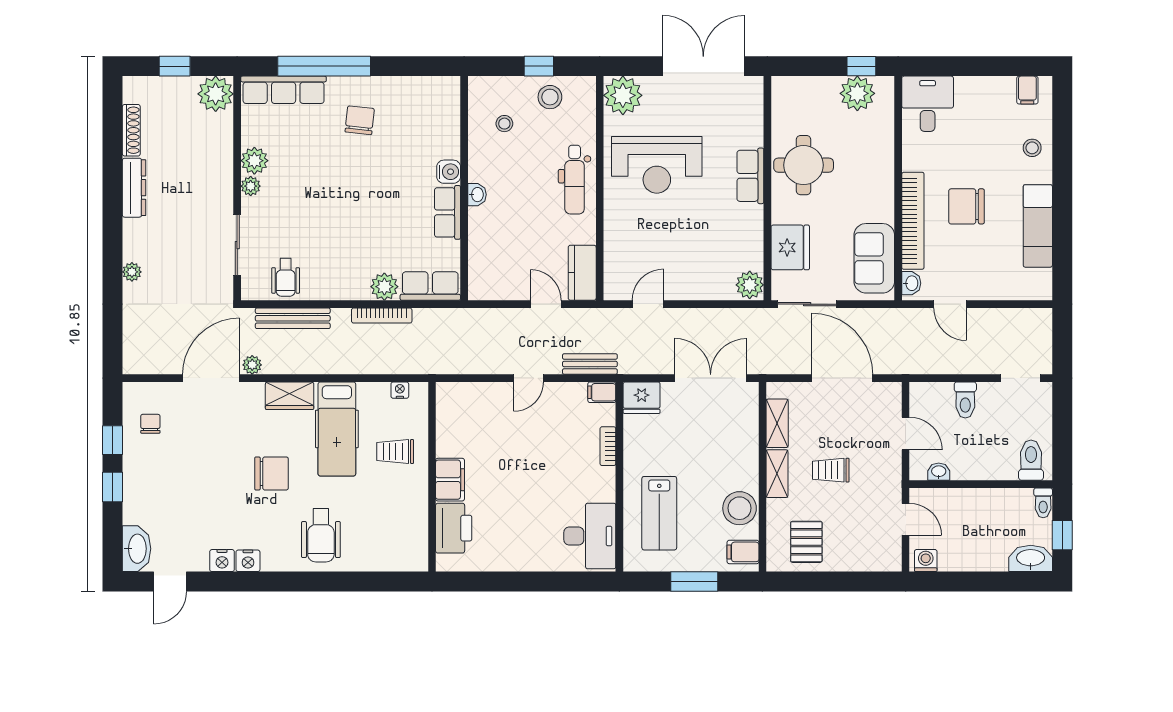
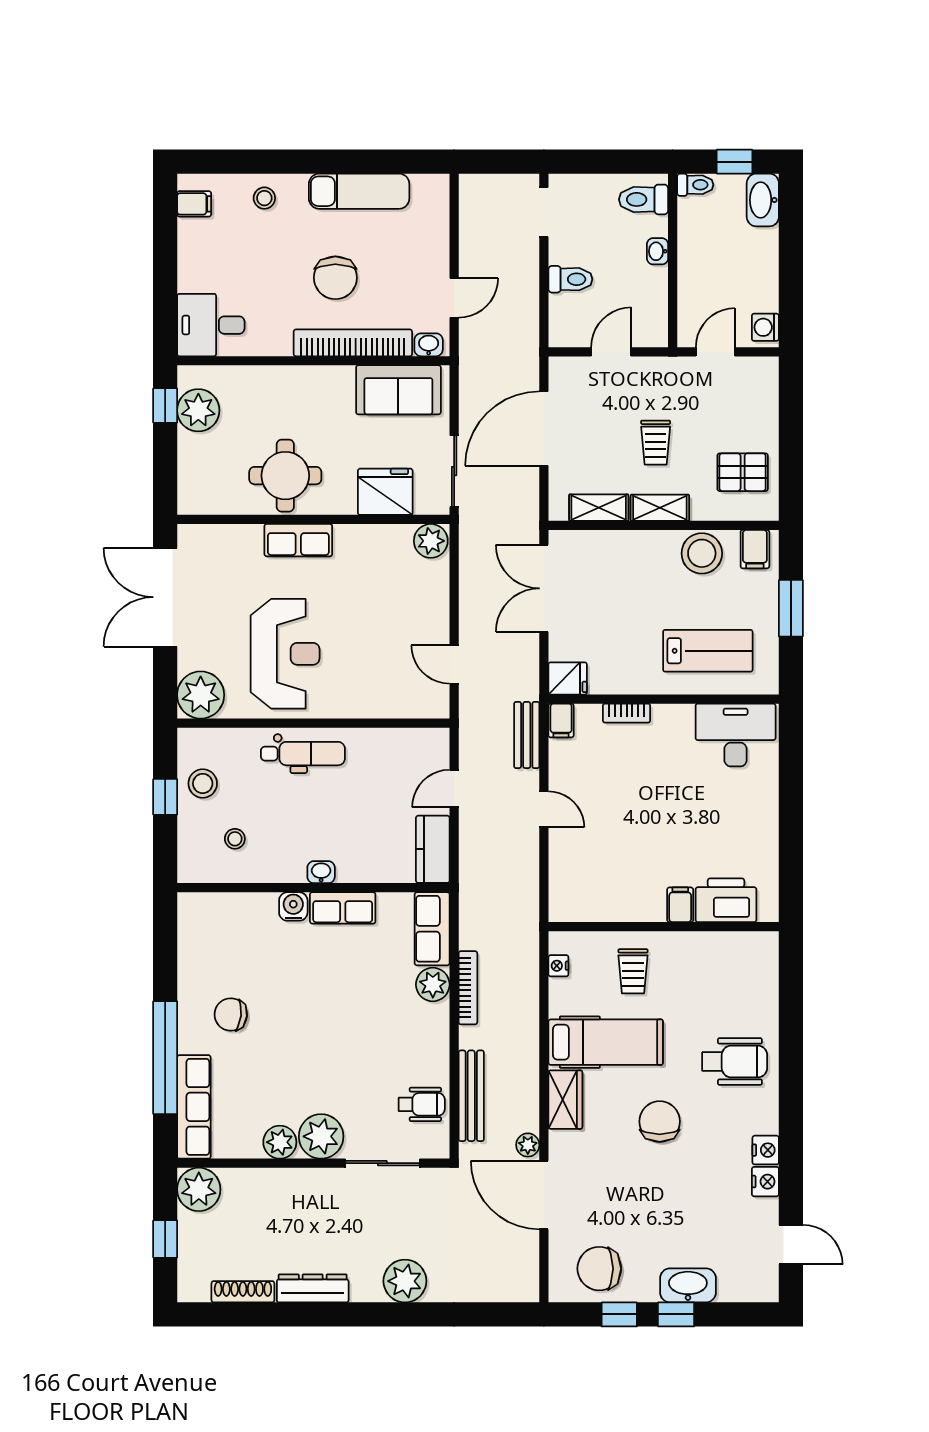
plant: (251, 186) -> (321, 1136), width x1.88, depth x1.88
plant: (132, 272) -> (405, 1281), width x1.88, depth x1.88
kitchen counter: (582, 273) -> (433, 849), moved, turned 90
fridge: (642, 398) -> (568, 678), width x0.72
chair: (150, 424) -> (599, 1269), width x1.87, depth x1.87
washbasin: (939, 472) -> (657, 251), moved
filing cabinet: (450, 480) -> (680, 905), width x0.50
washbasin: (137, 549) -> (688, 1285), moved

